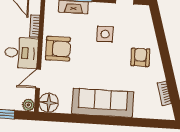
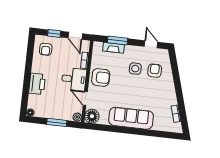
armchair: (140, 57) -> (155, 71), moved
door: (38, 79) -> (85, 98), hinge flipped

